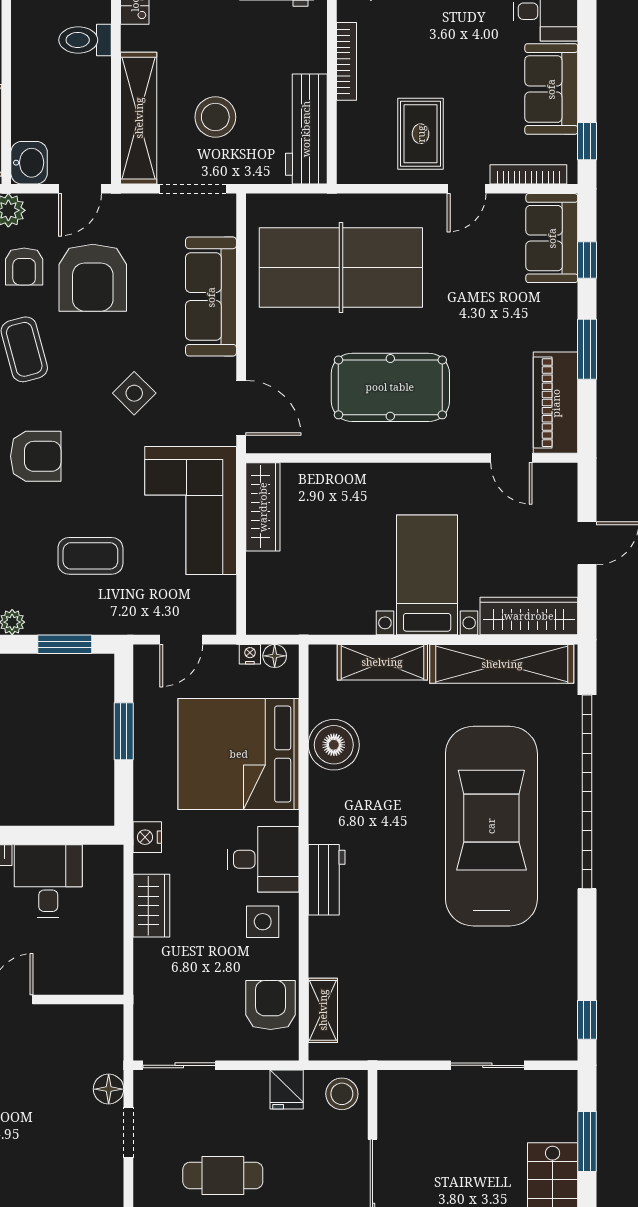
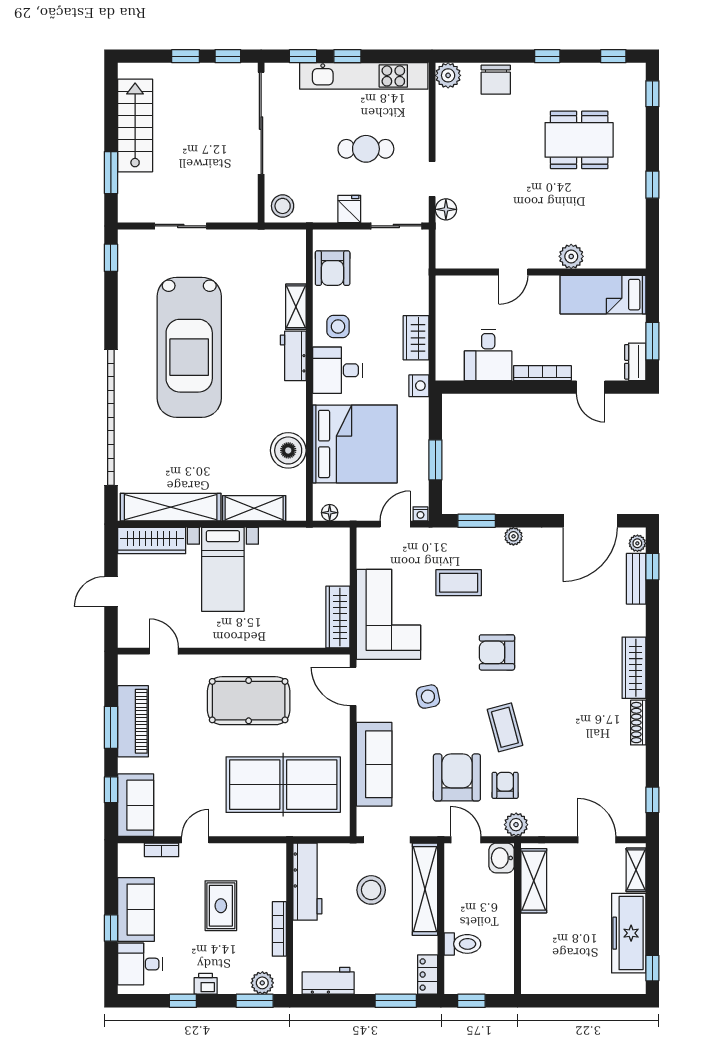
rug: (421, 134) -> (221, 906), moved
window: (587, 141) -> (111, 928), moved
bookcase: (528, 174) -> (162, 850), width x0.64
door: (80, 189) -> (466, 840), hinge flipped
side table: (134, 393) -> (428, 697), turned 33
piano: (556, 403) -> (133, 721), moved
nightstand: (250, 654) -> (420, 514), moved
car: (491, 826) -> (189, 347), moved
shelving: (323, 1010) -> (296, 307), moved
fridge: (287, 1090) -> (349, 209), moved

